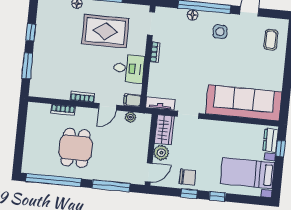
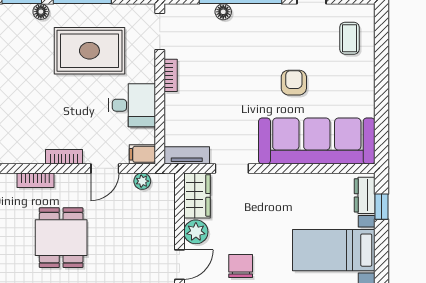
side table: (220, 32) -> (269, 34), removed
armchair: (233, 64) -> (294, 83), added
chair: (187, 177) -> (241, 266), turned -90

